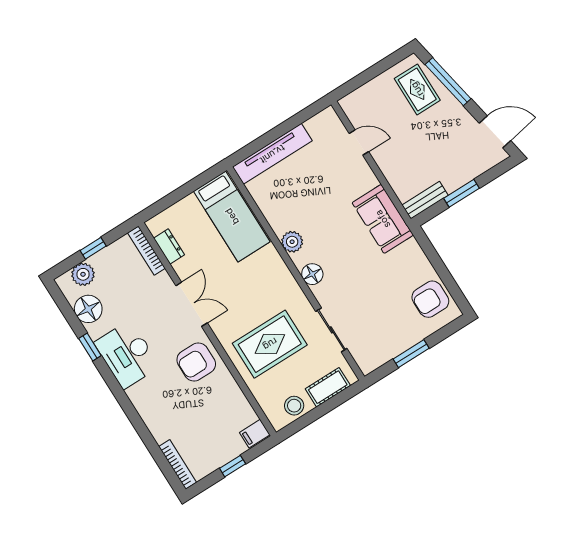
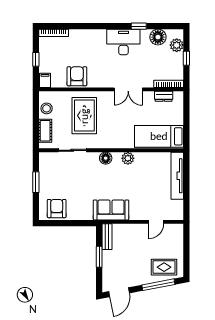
armchair: (196, 362) -> (77, 76), moved

